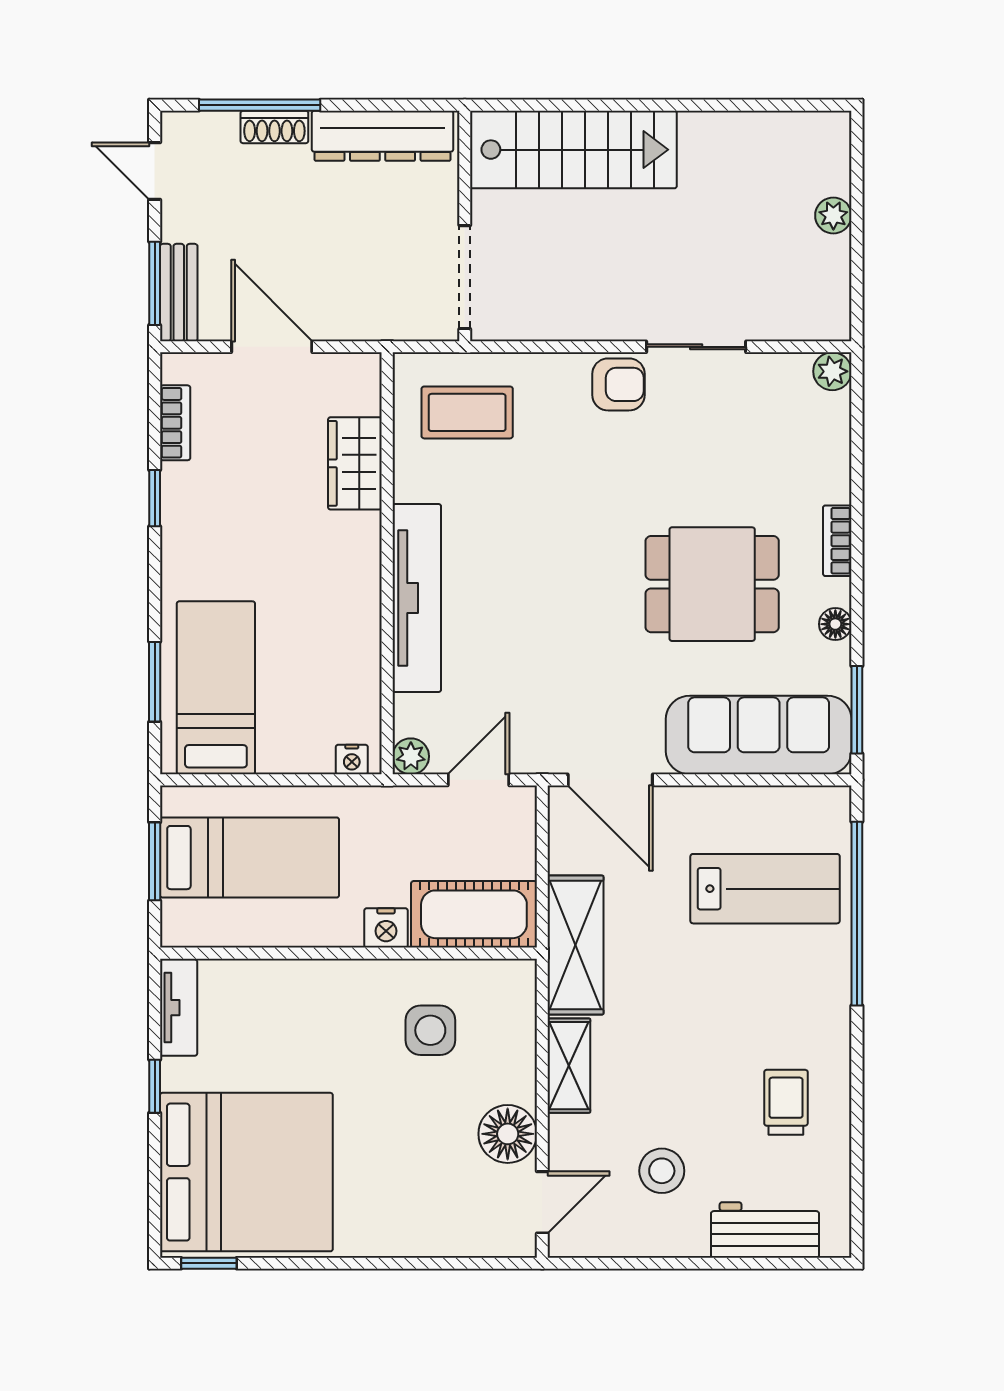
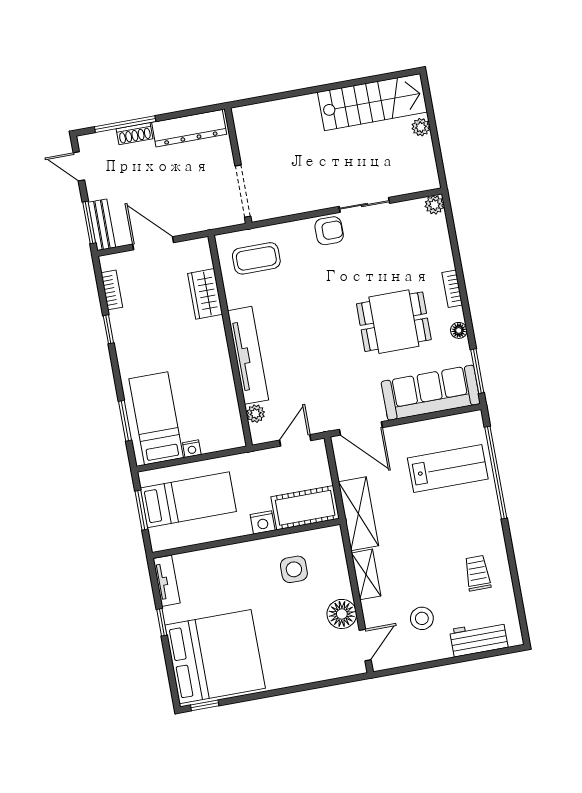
stairs: (573, 150) -> (372, 102), moved
plant: (411, 756) -> (256, 414), moved
nightstand: (352, 759) -> (192, 449), moved

